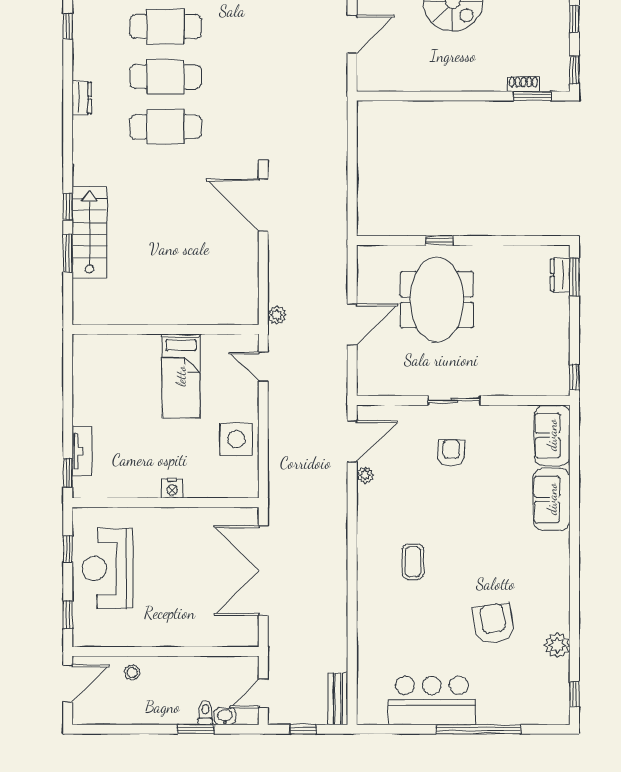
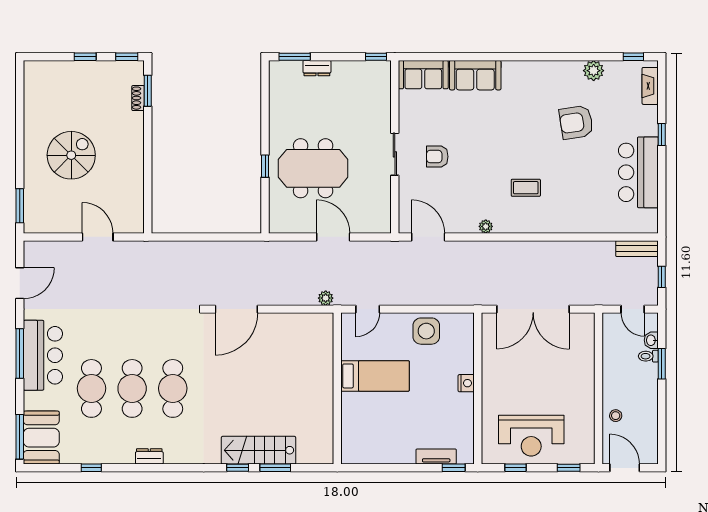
dresser: (560, 275) -> (317, 68), moved
plant: (365, 475) -> (486, 226), moved
fireplace: (538, 715) -> (650, 86), added
window: (478, 729) -> (662, 135), width x0.32

